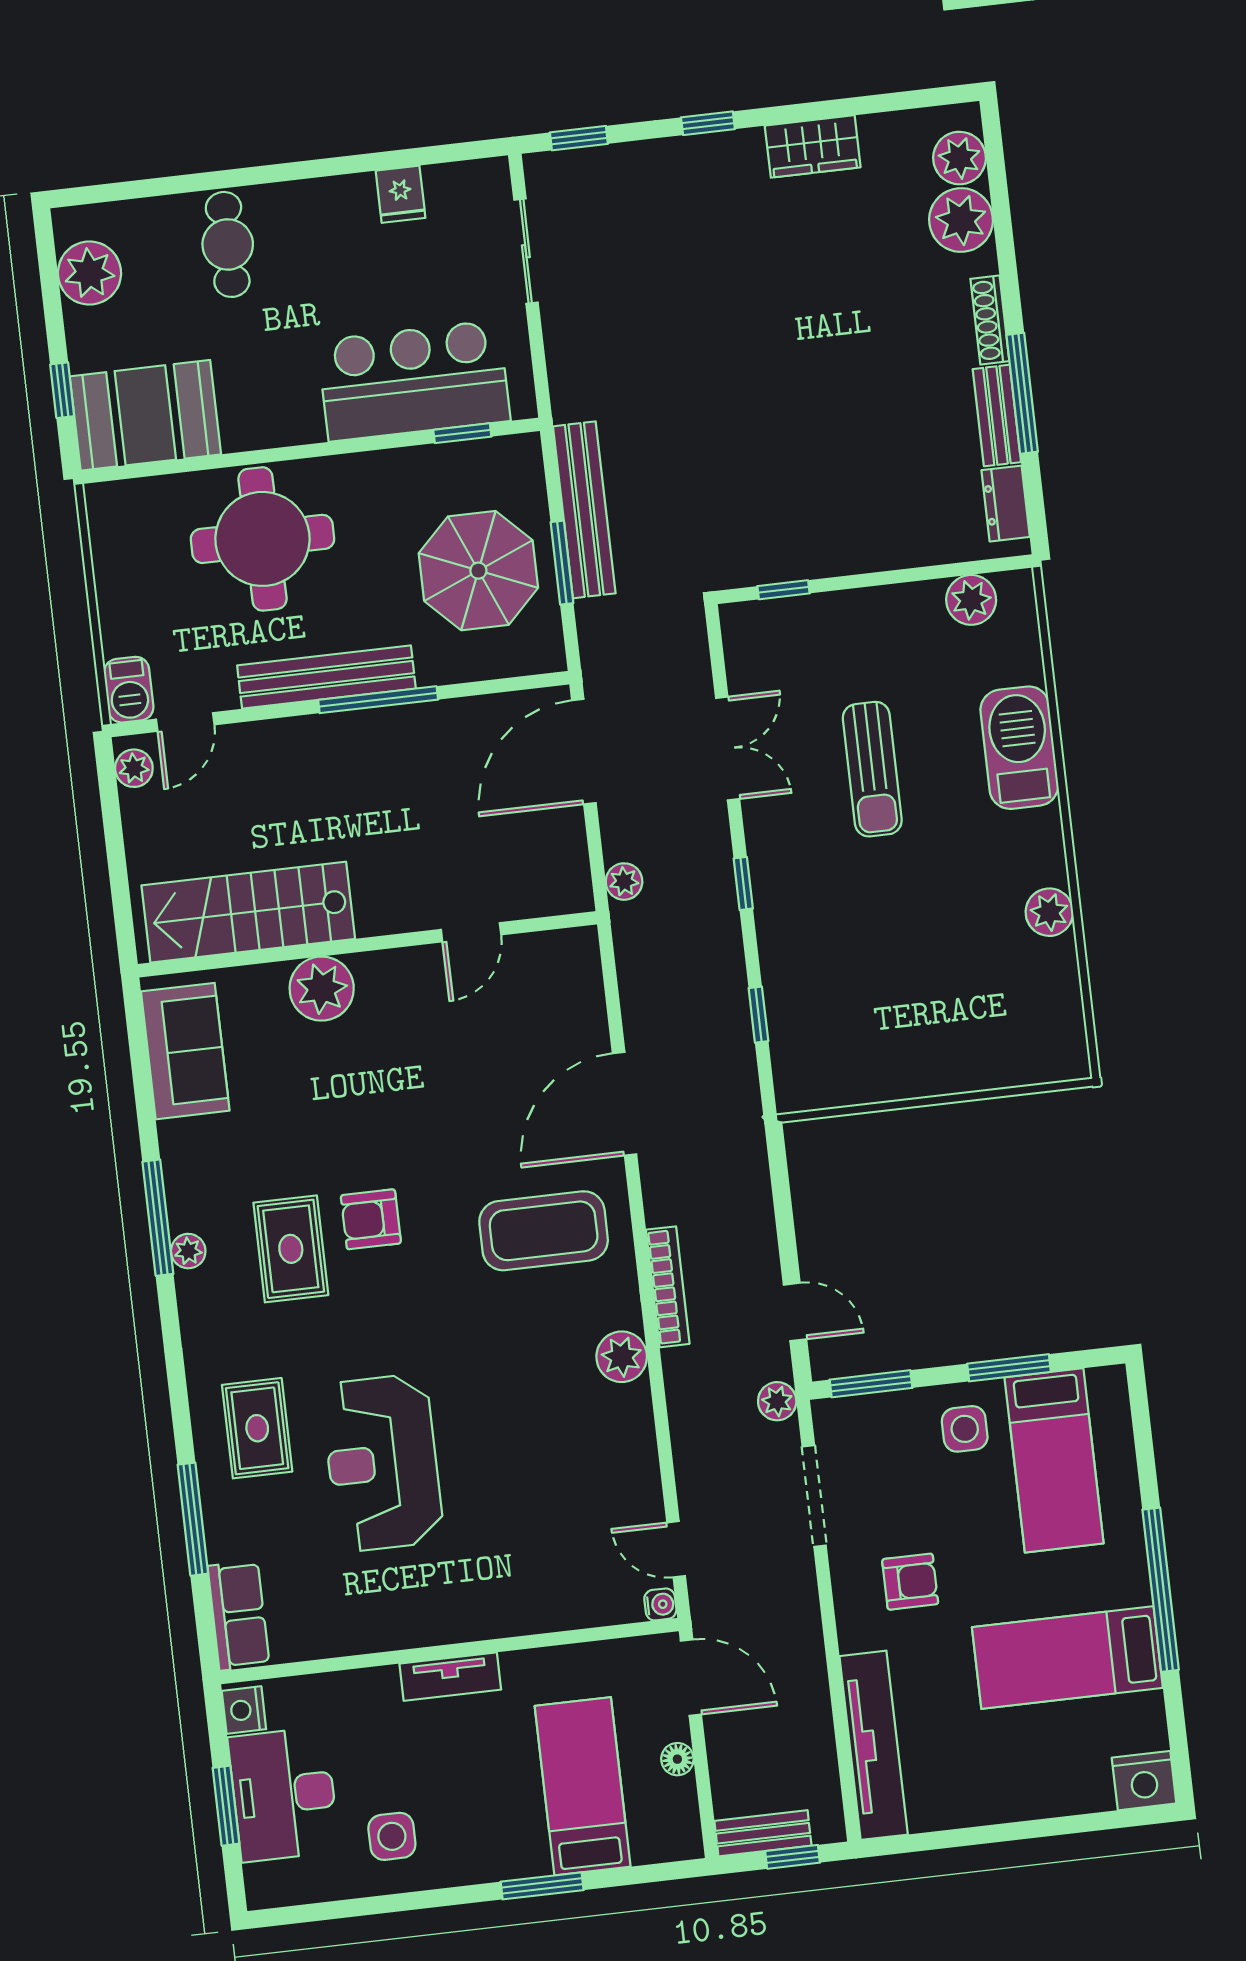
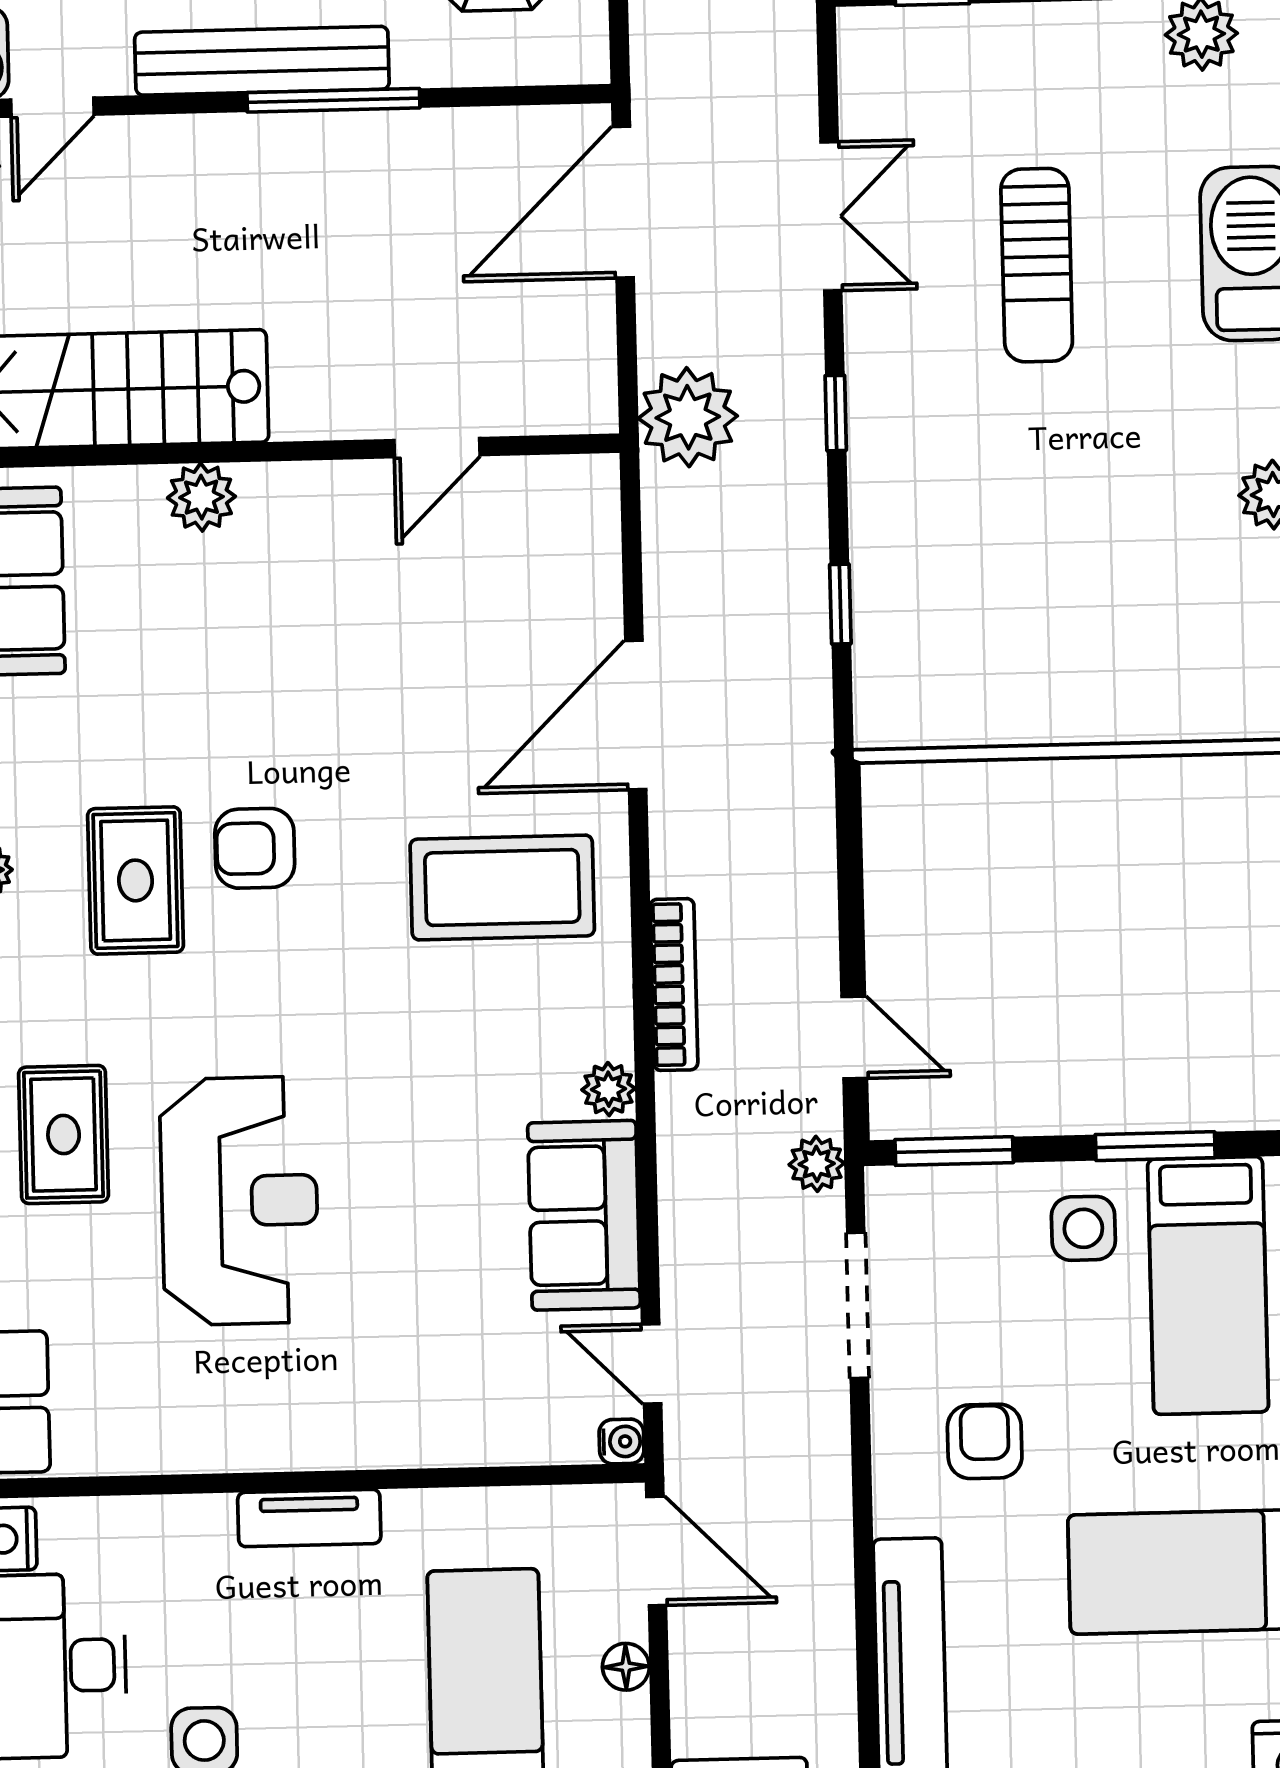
plant: (624, 882) -> (688, 417), width x1.88, depth x1.88
plant: (322, 989) -> (201, 497), width x0.73, depth x0.73
plant: (622, 1357) -> (609, 1089), width x0.73, depth x0.73
sofa: (620, 1451) -> (584, 1215), added
reception desk: (382, 1463) -> (239, 1201), turned 180
armchair: (910, 1582) -> (985, 1441), turned -90

